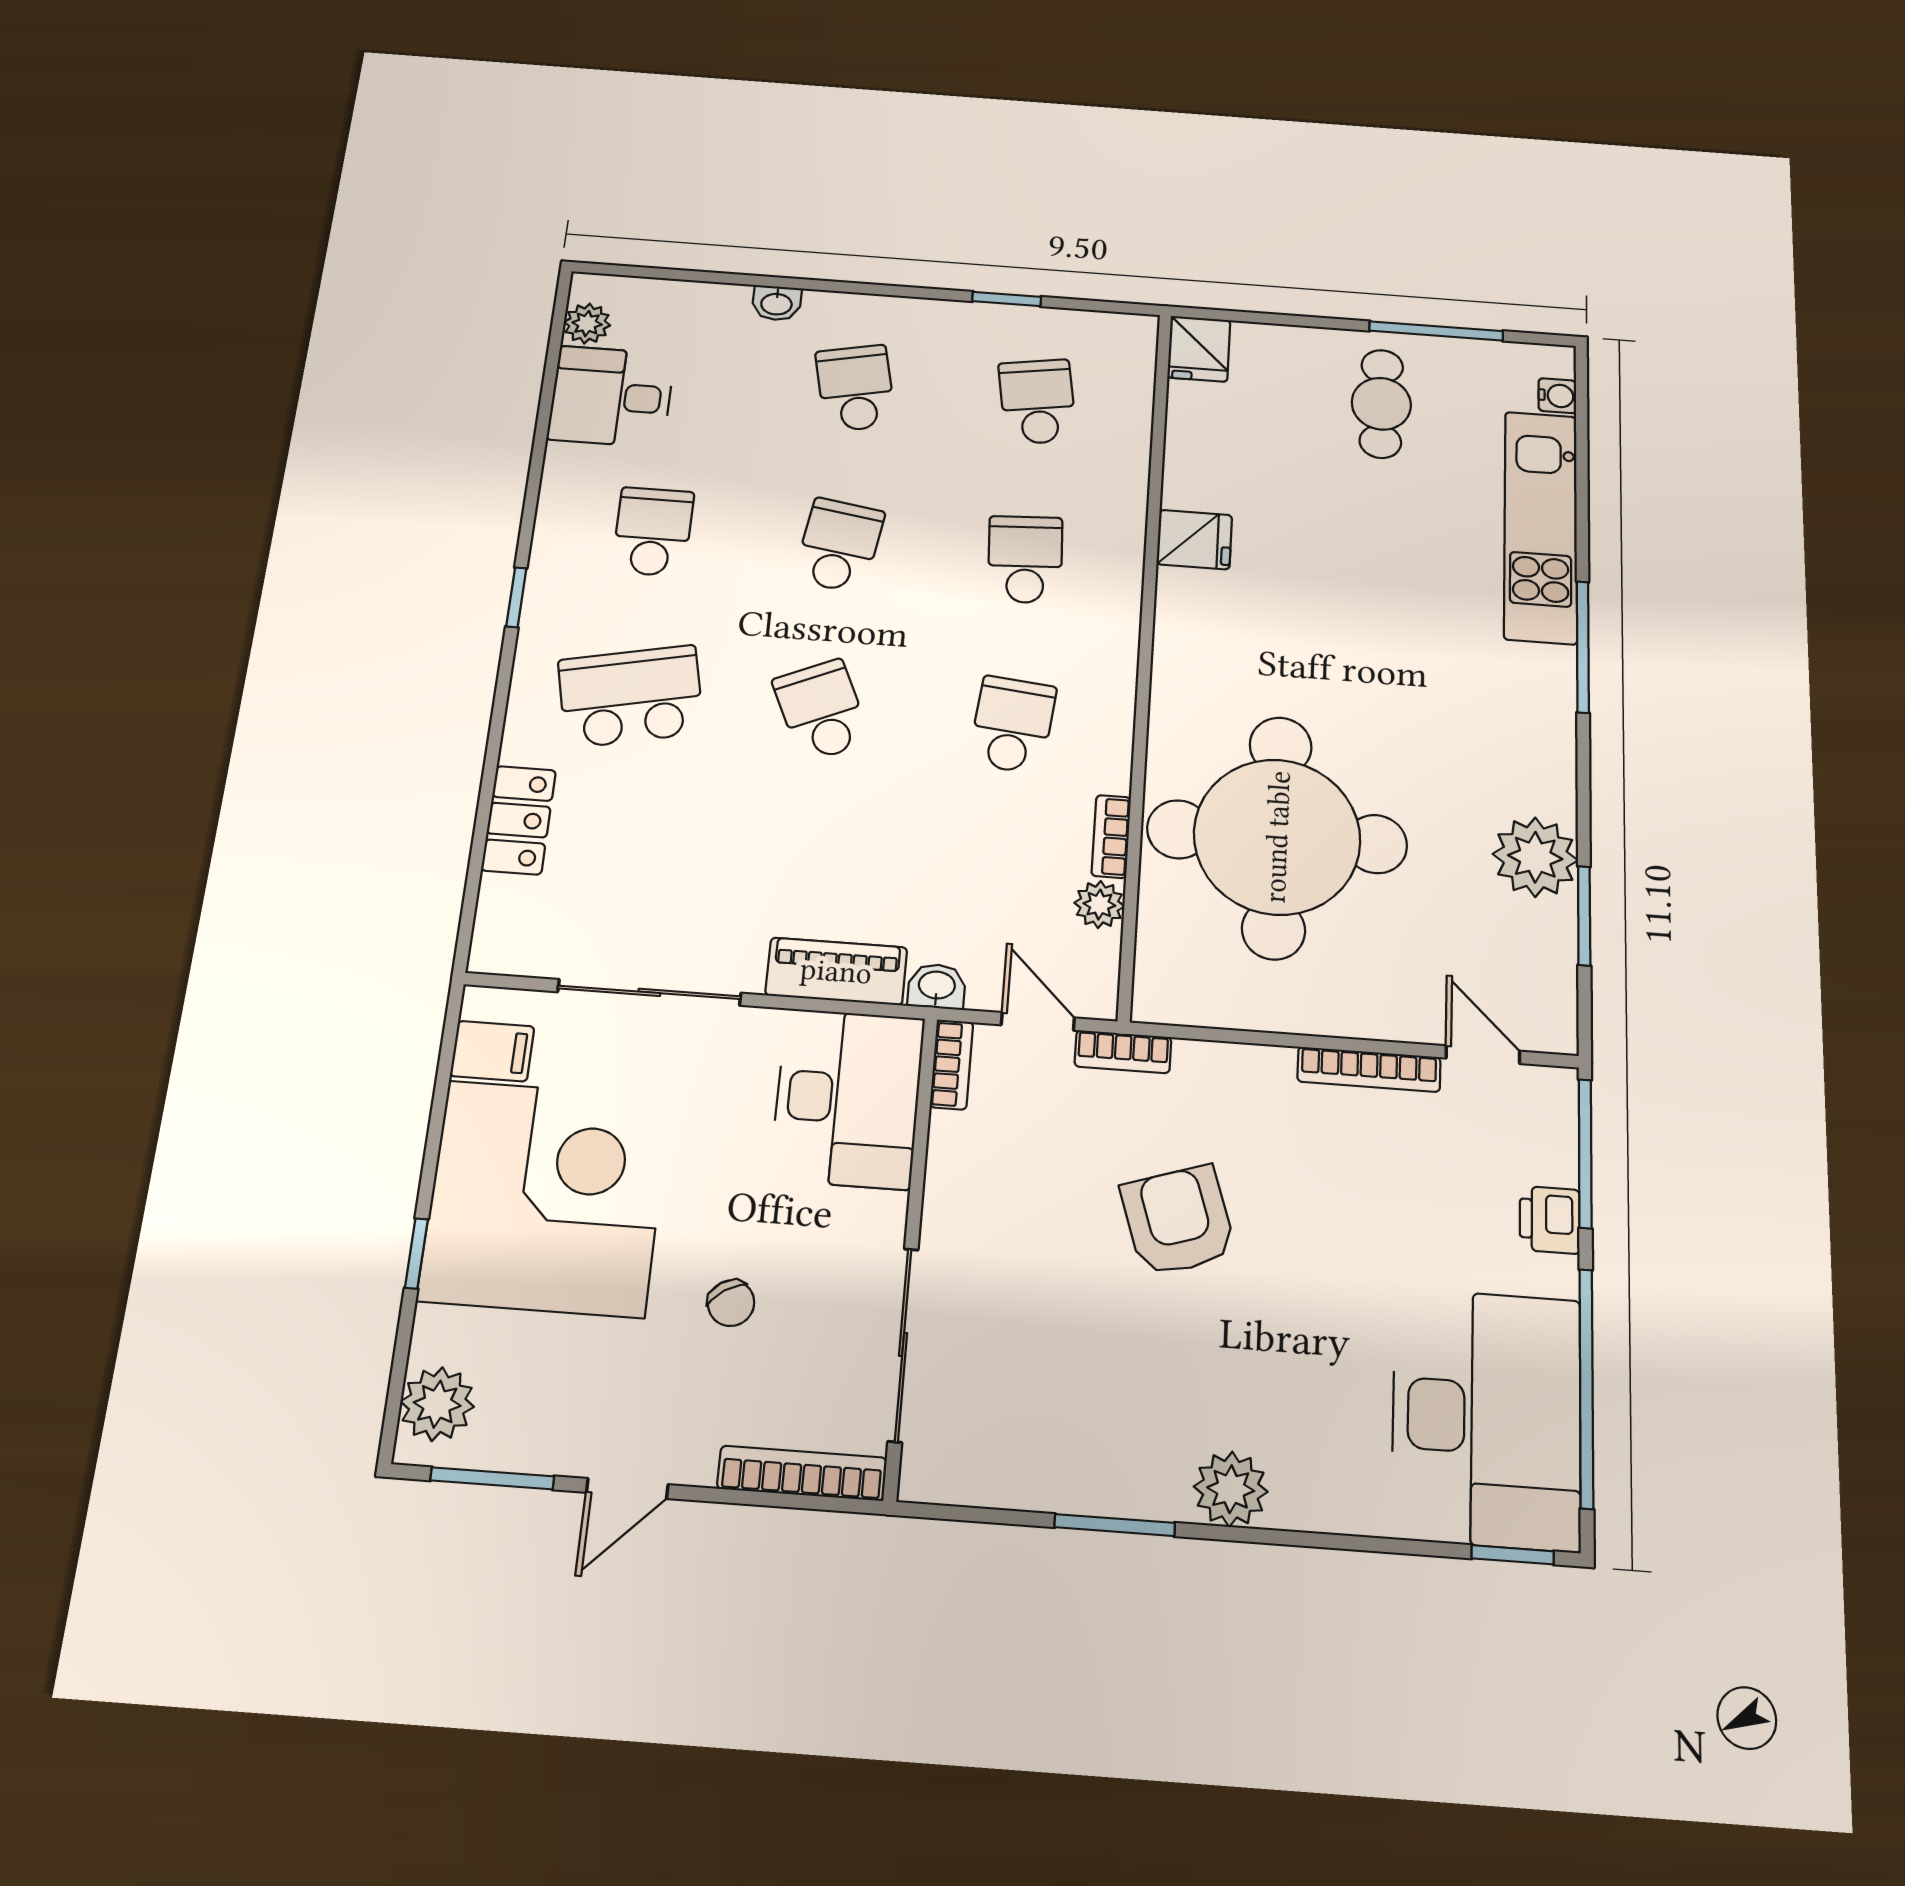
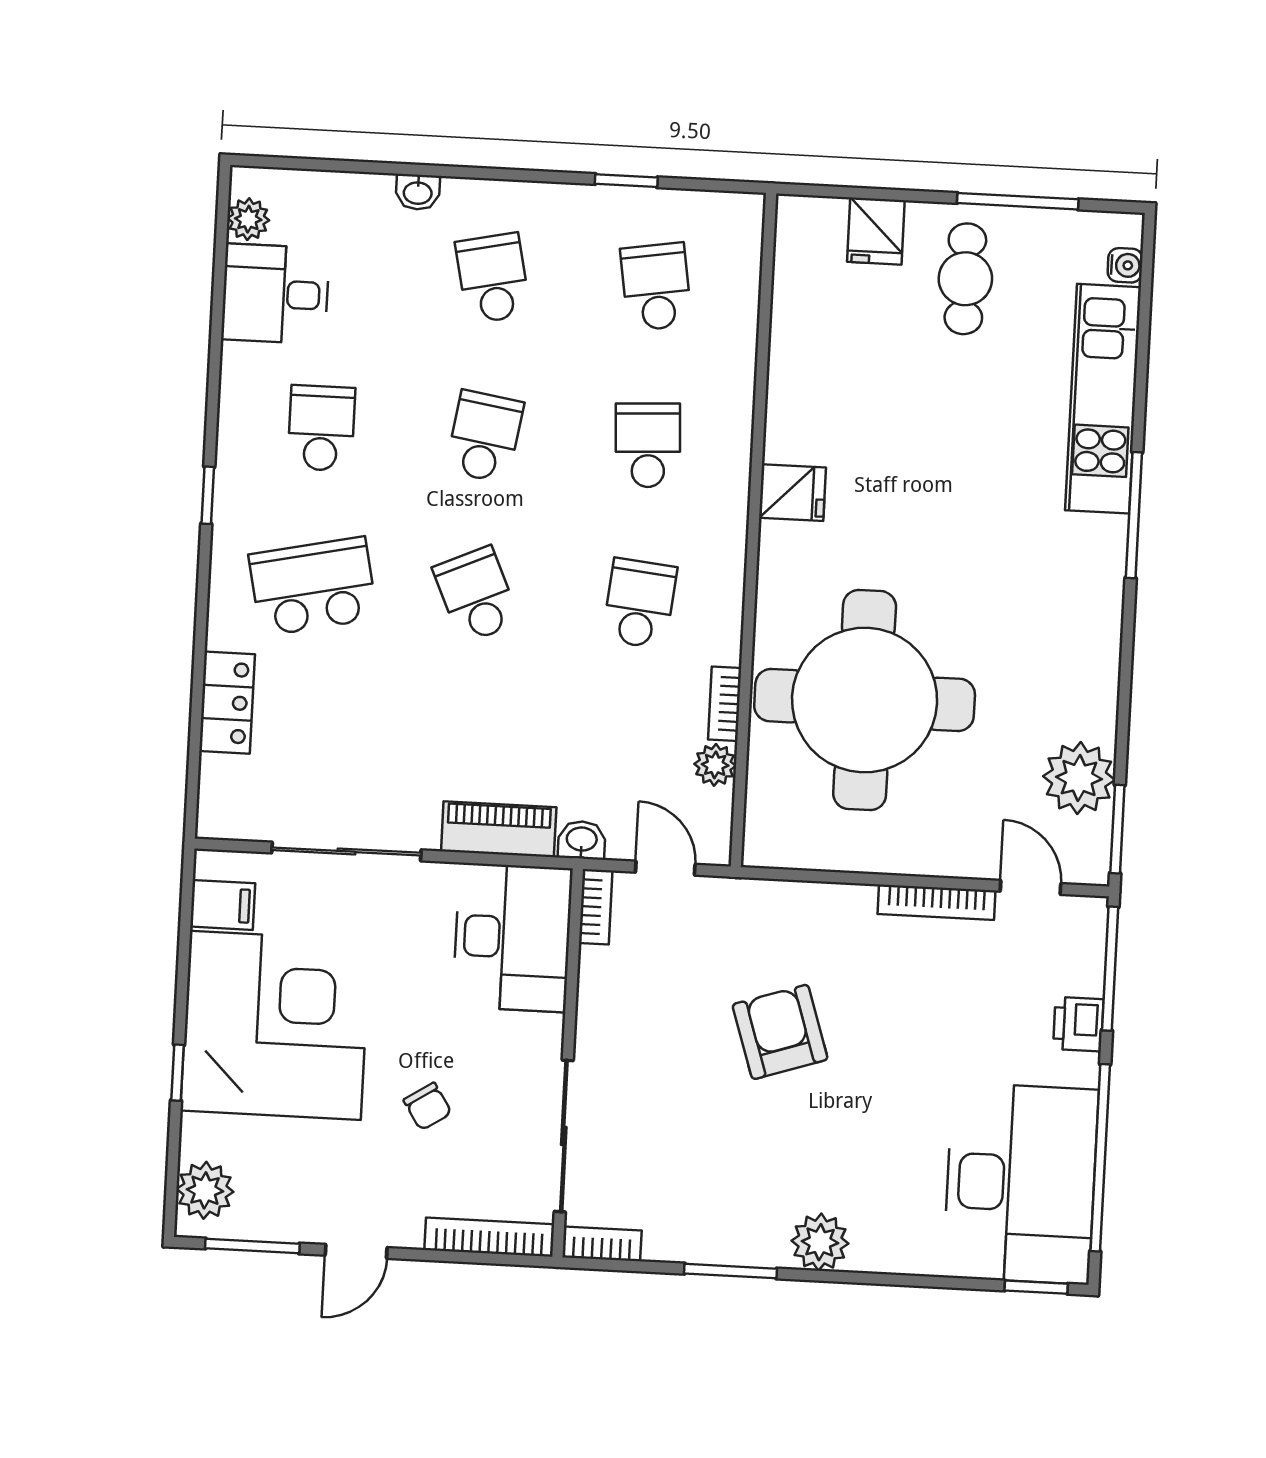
fridge: (1199, 349) -> (876, 231), moved
fridge: (1194, 540) -> (792, 493), moved
plant: (1535, 857) -> (1079, 778), moved
window: (1584, 916) -> (1117, 829), moved
bookcase: (1123, 1052) -> (602, 1244), moved, turned 180

